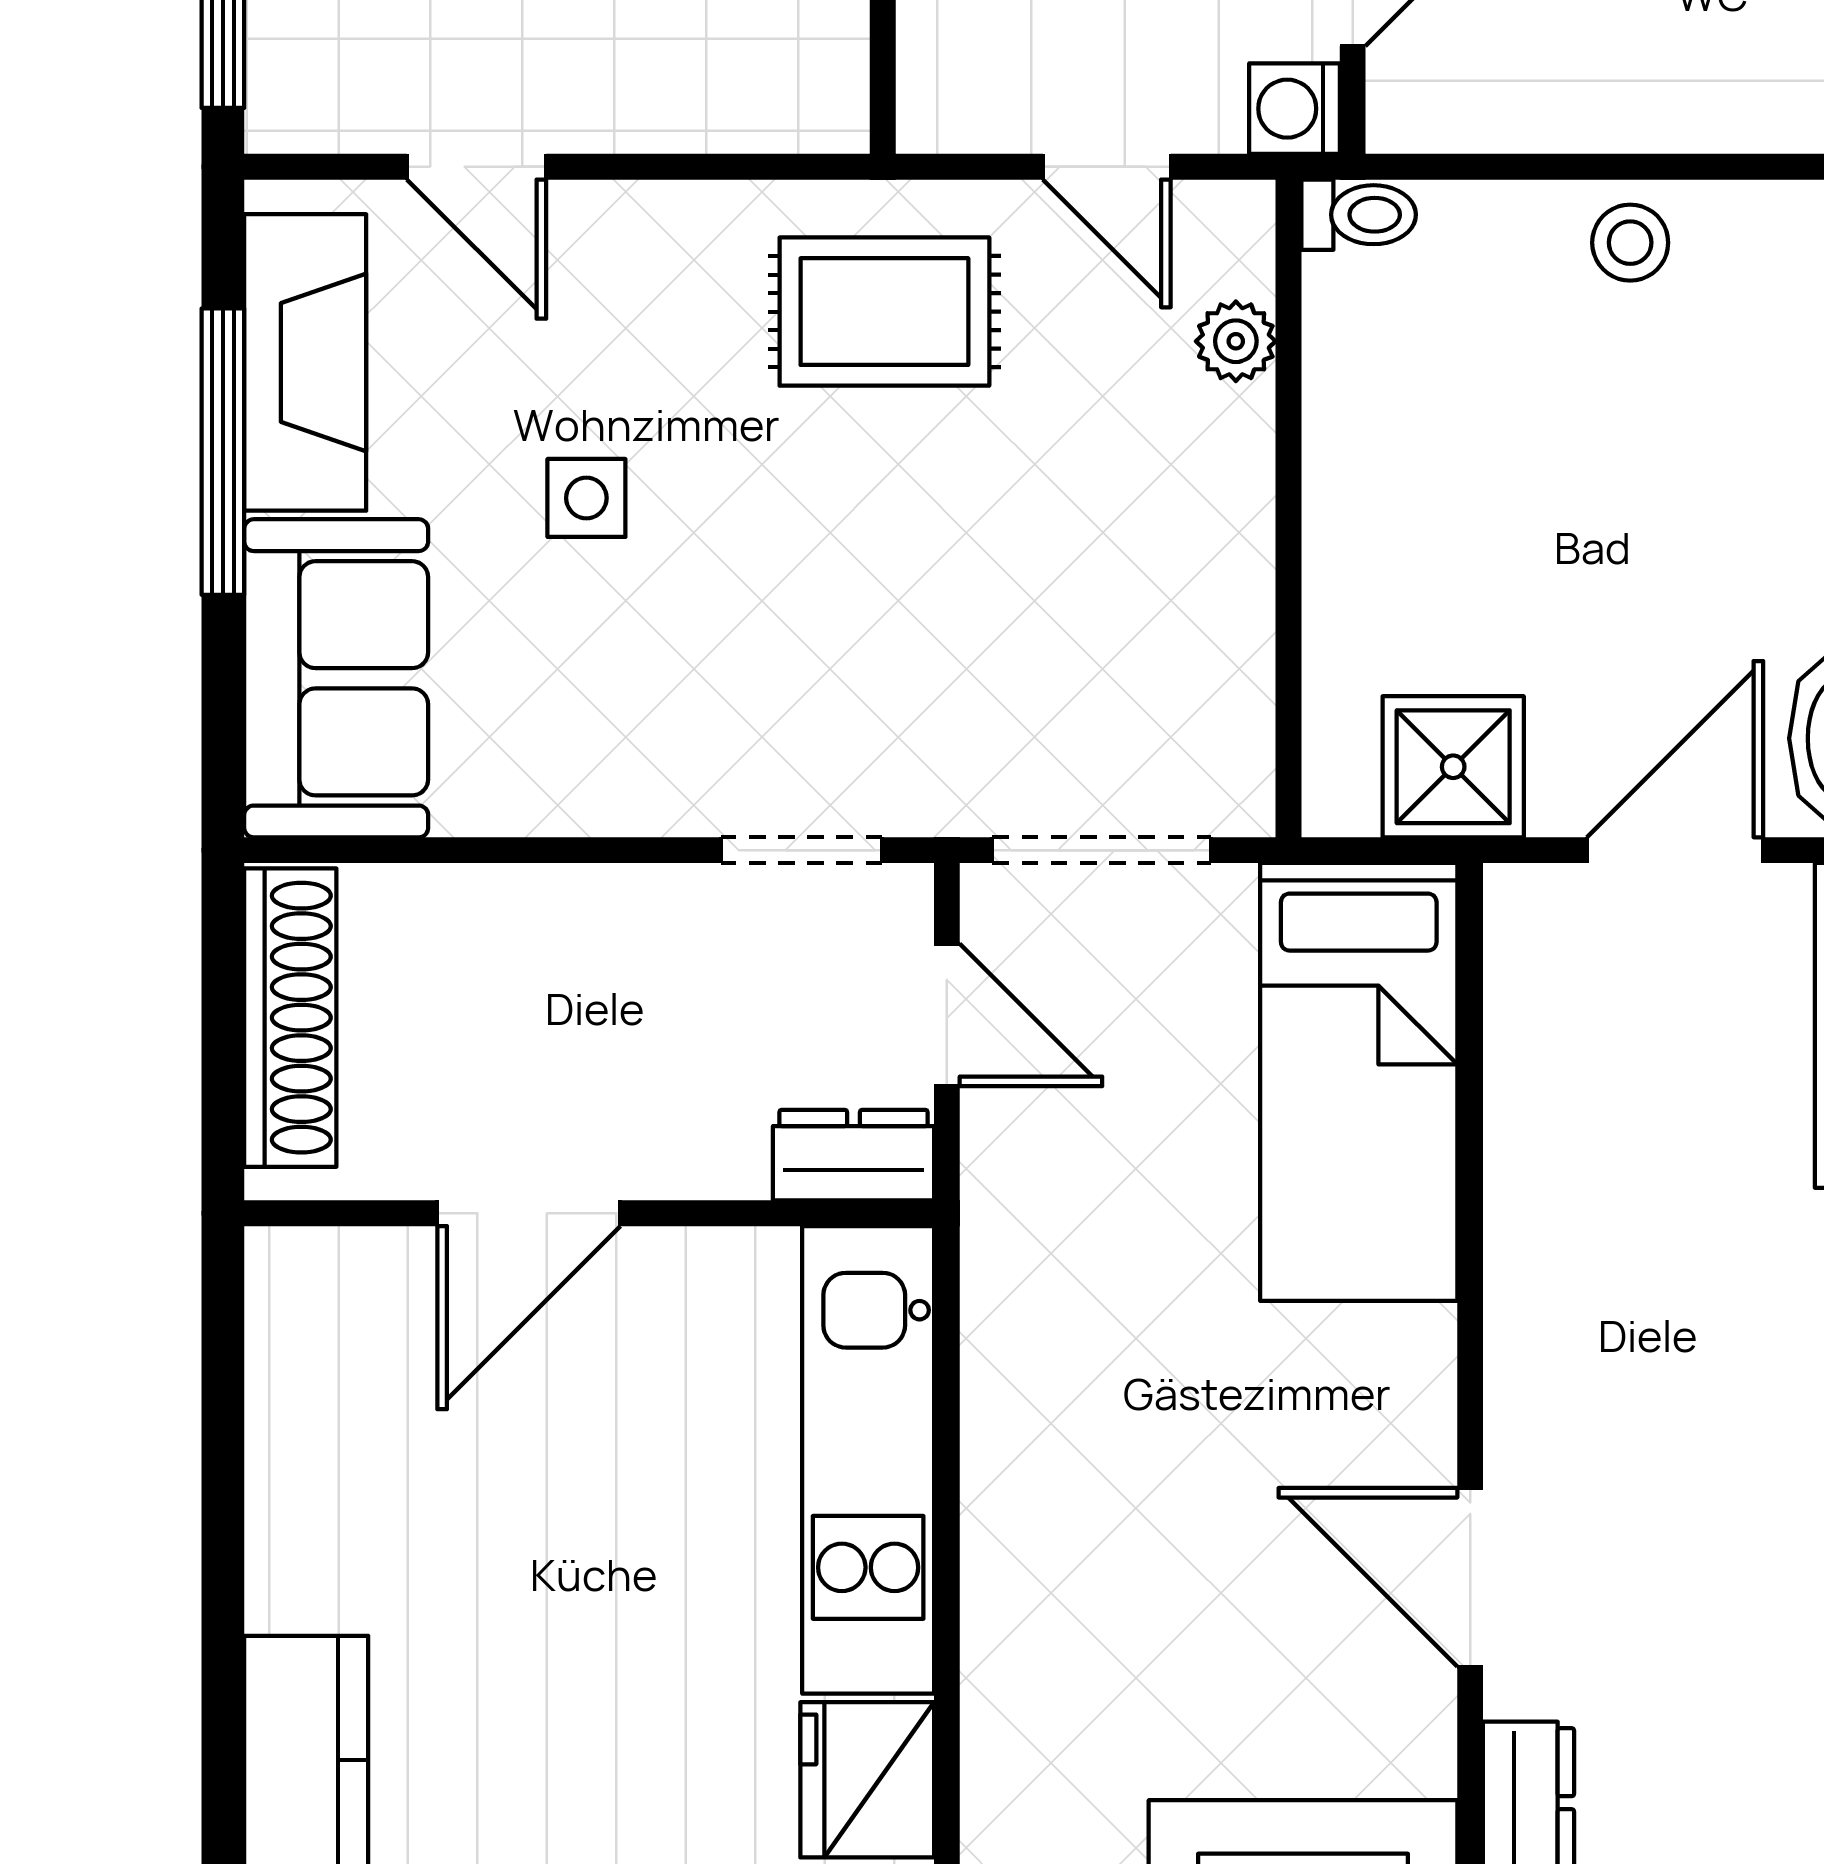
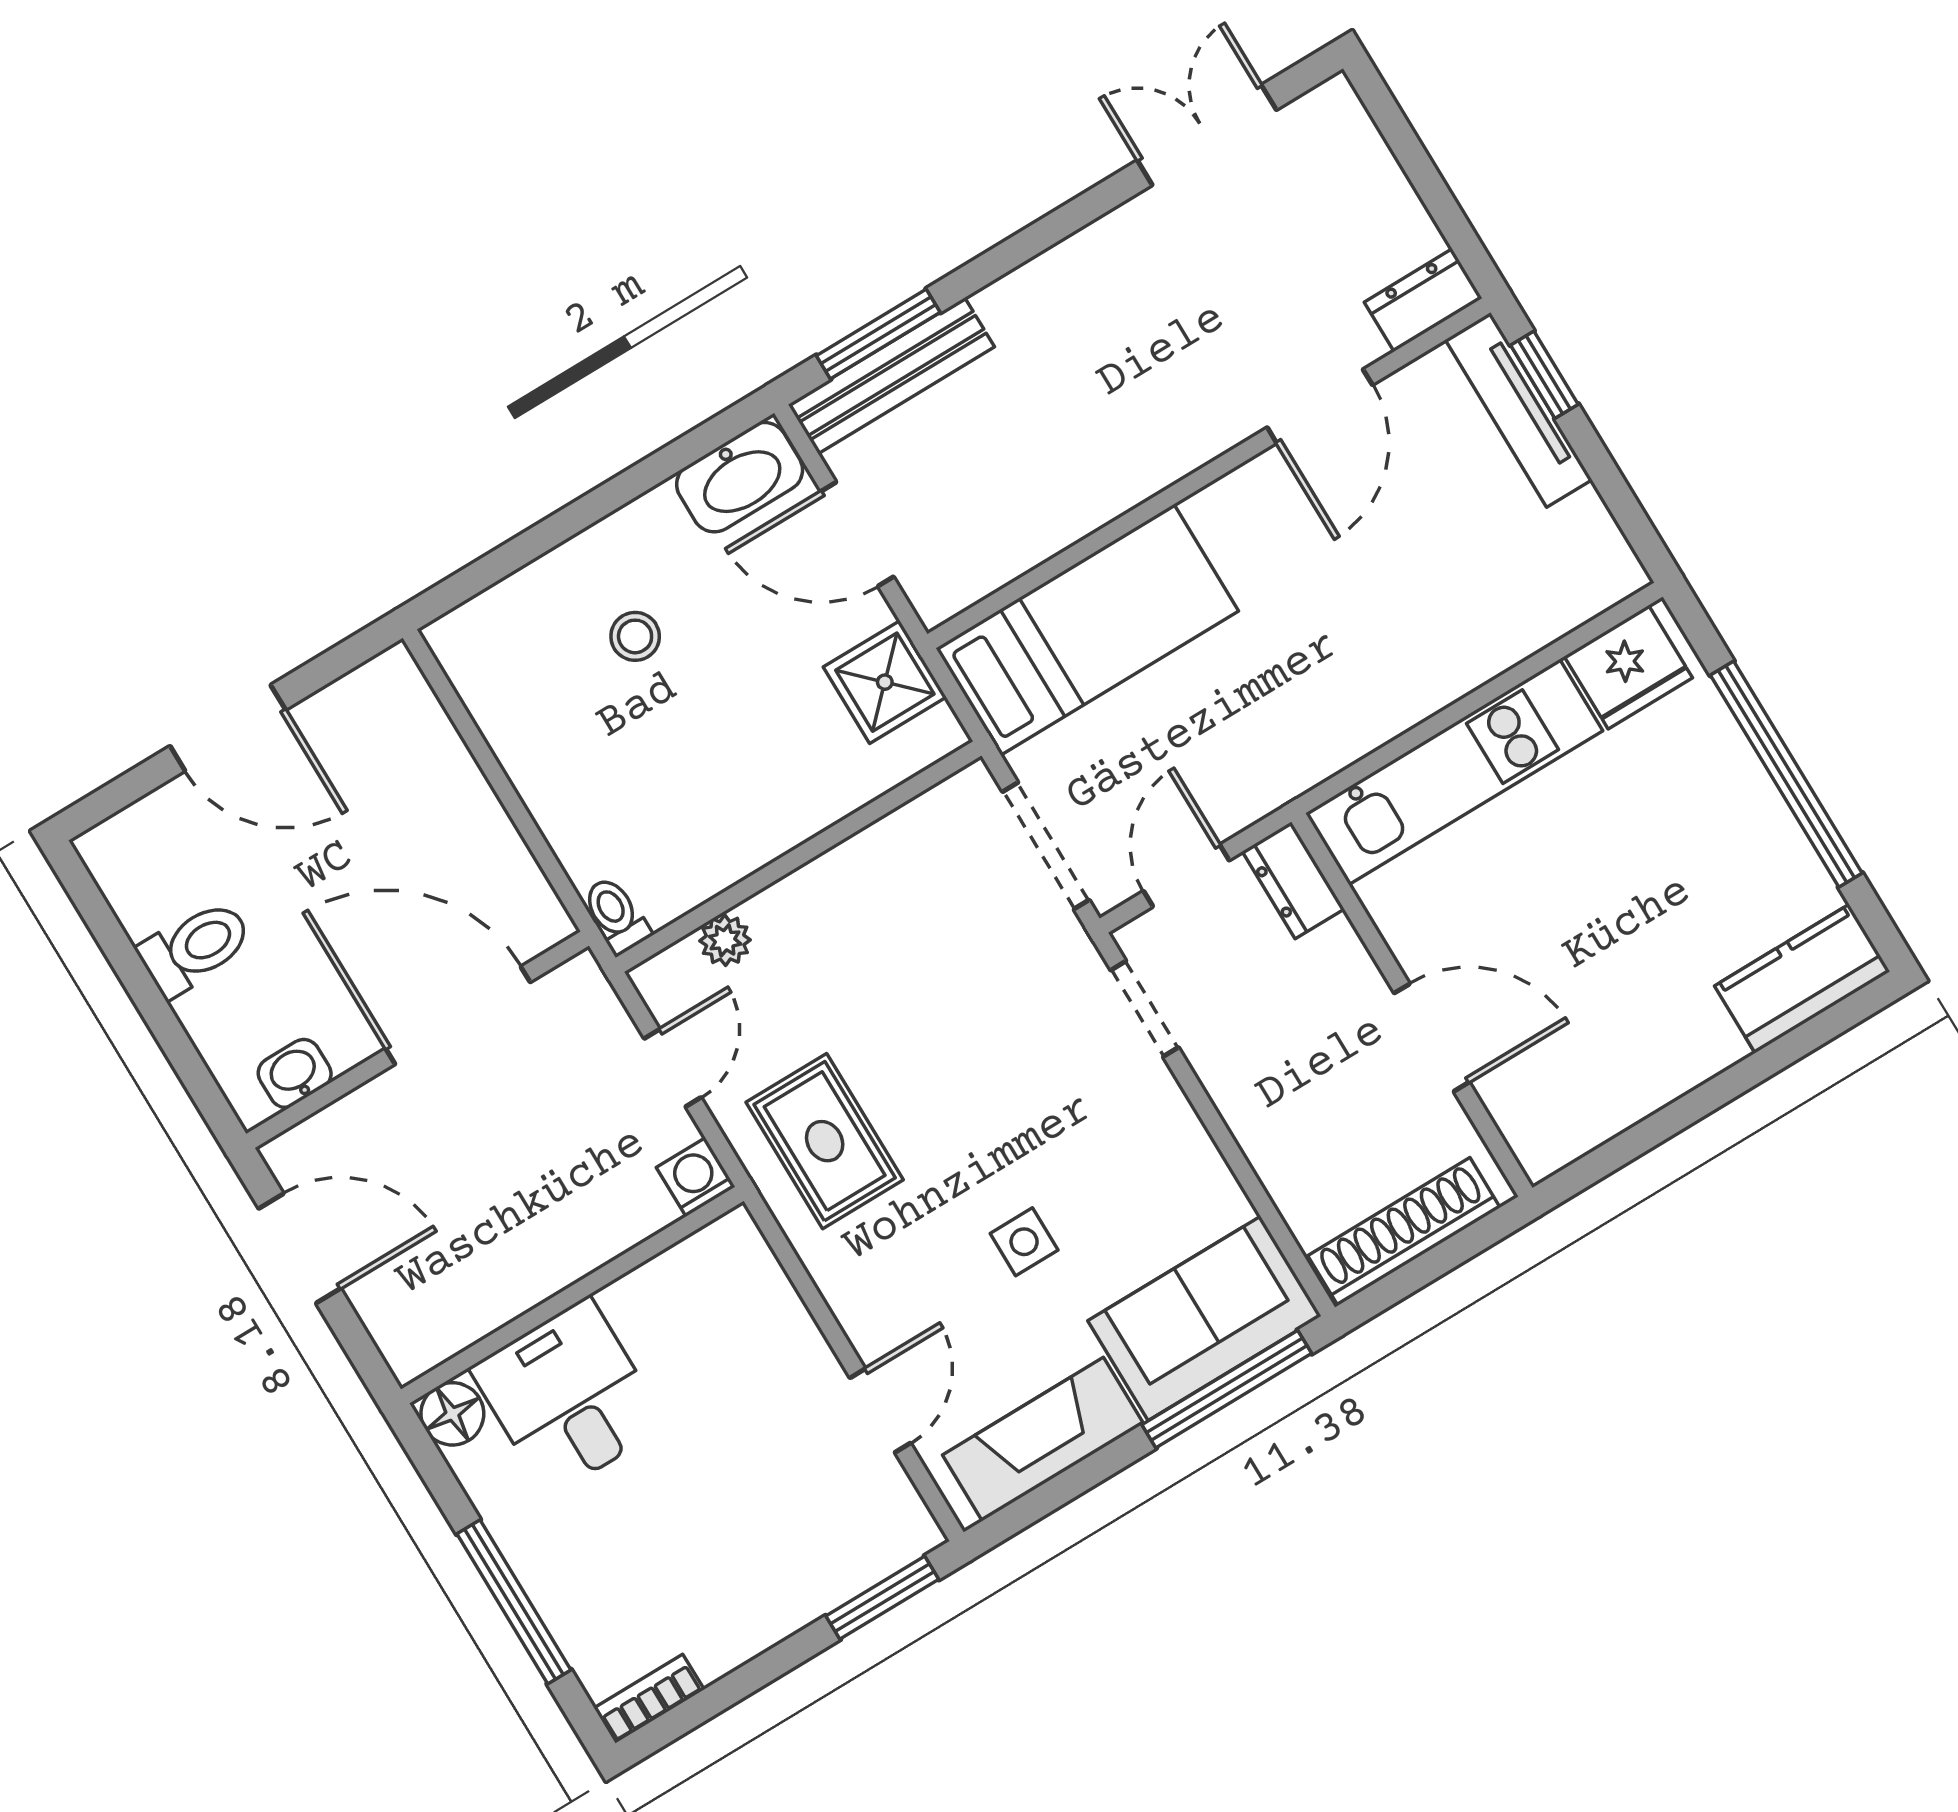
washing machine: (1294, 109) -> (696, 1177), moved, turned 180
stool: (1630, 243) -> (635, 636), moved
window: (223, 452) -> (1227, 1389), moved

